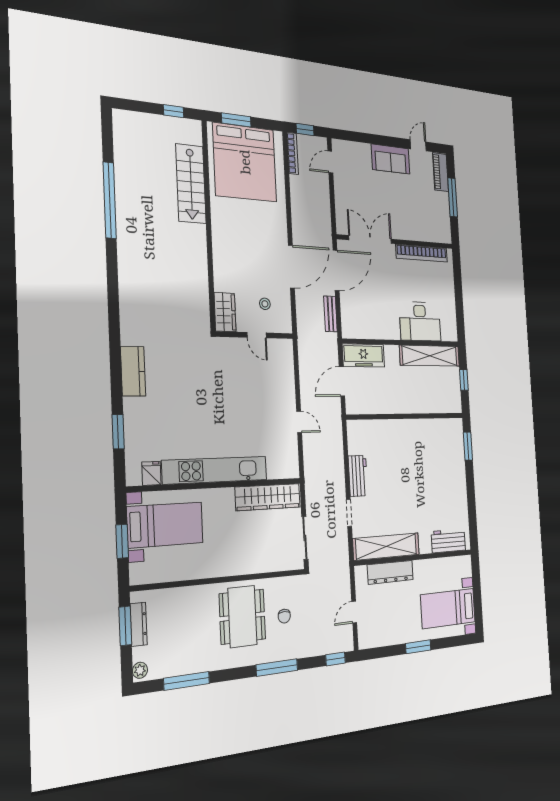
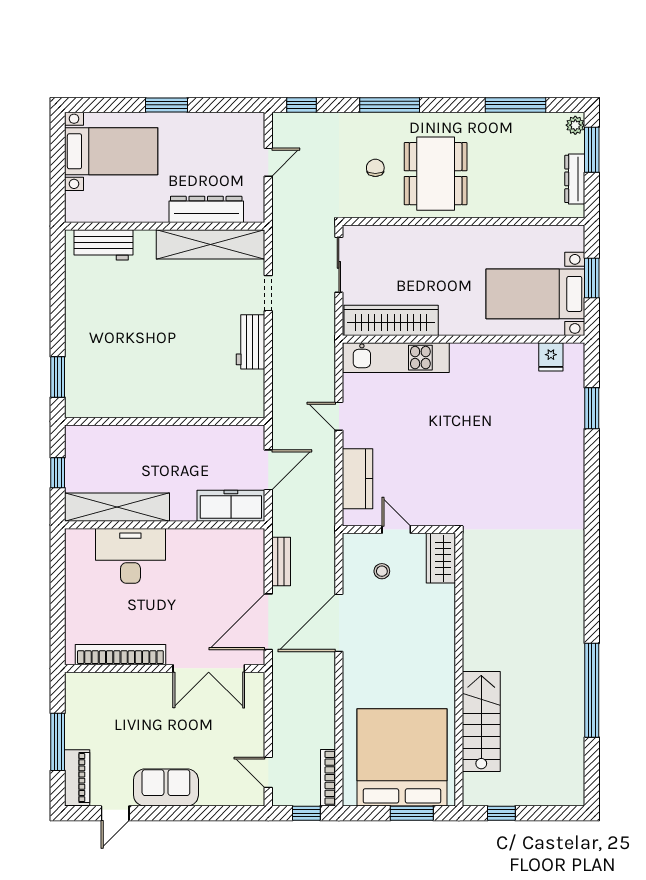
door: (330, 162) -> (268, 772), swing flipped
kitchen counter: (133, 371) -> (357, 479), moved, turned 180
kitchen unit: (215, 470) -> (396, 358), moved, width x0.73
window: (125, 626) -> (592, 150), moved

